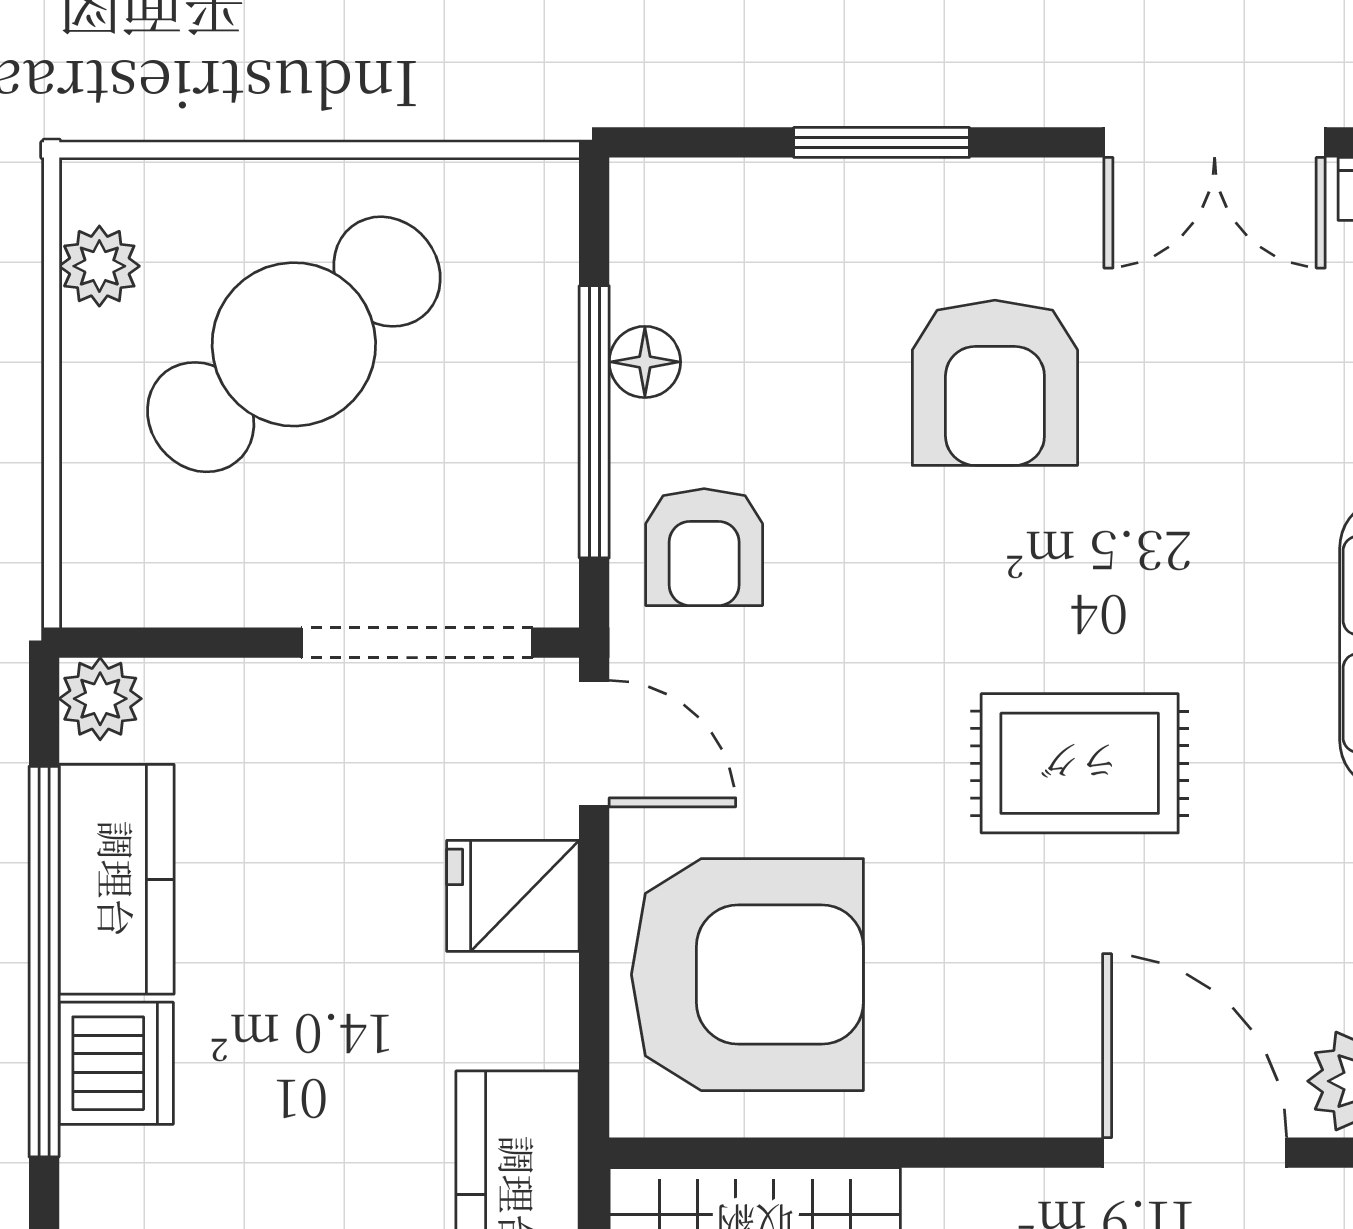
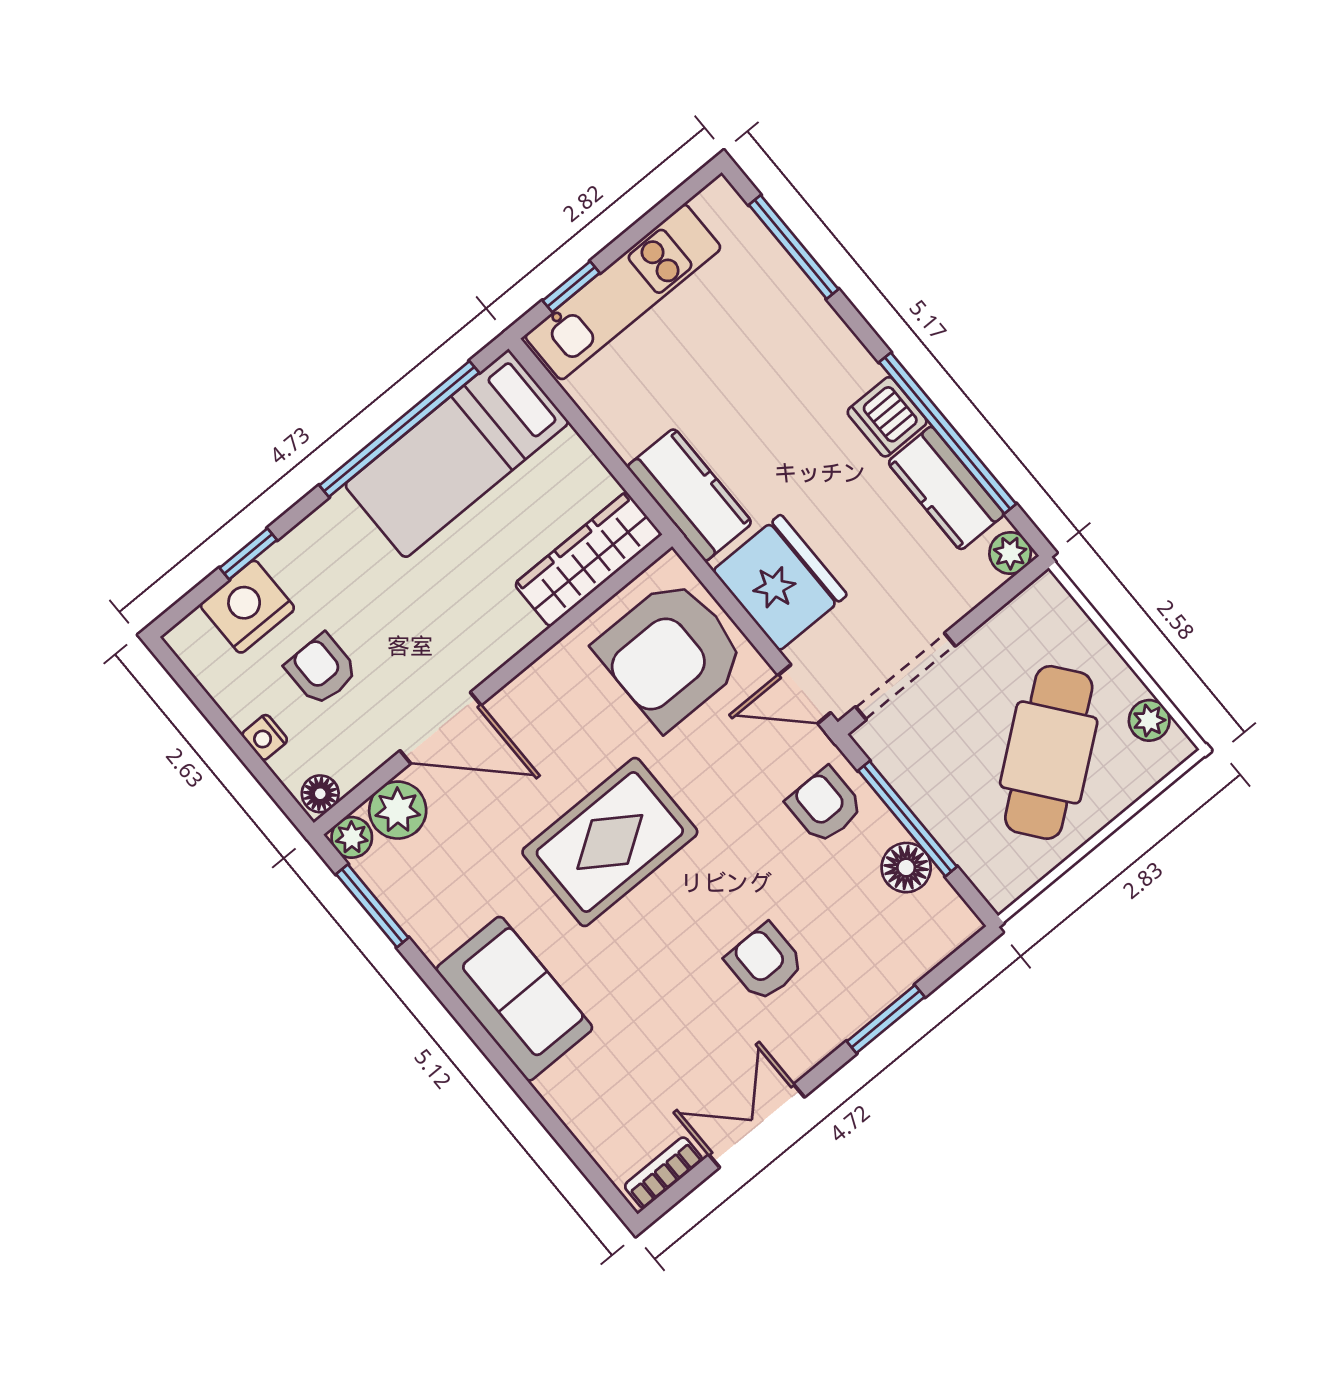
floor lamp: (645, 362) -> (906, 868), width x1.37, depth x1.37
armchair: (995, 383) -> (765, 962), width x0.72, depth x0.72
rug: (1080, 763) -> (610, 842), width x1.36, depth x1.43
fridge: (513, 896) -> (780, 583), width x1.88, depth x1.34

